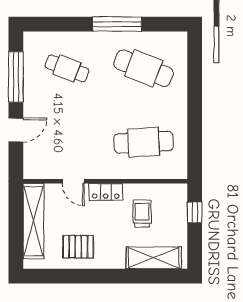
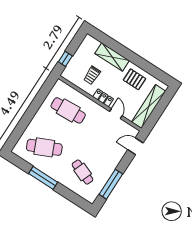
cafe table: (144, 68) -> (44, 147), turned -45
door: (16, 130) -> (135, 146), moved
shelving: (154, 258) -> (112, 57), moved

